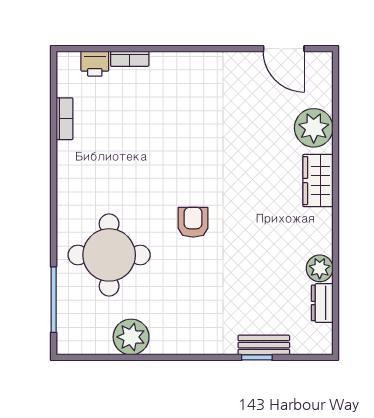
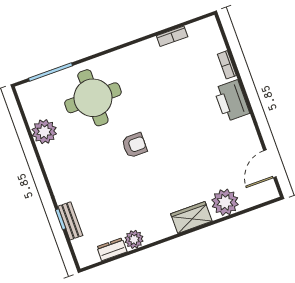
printer: (95, 64) -> (232, 101), moved, width x1.87, depth x1.48

